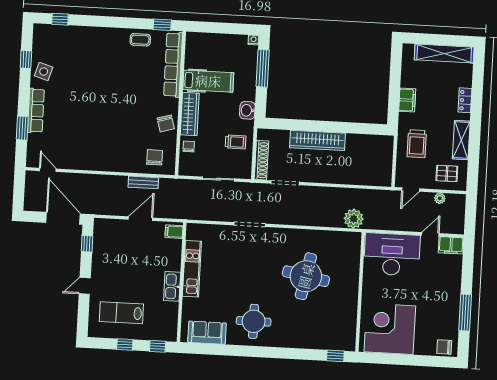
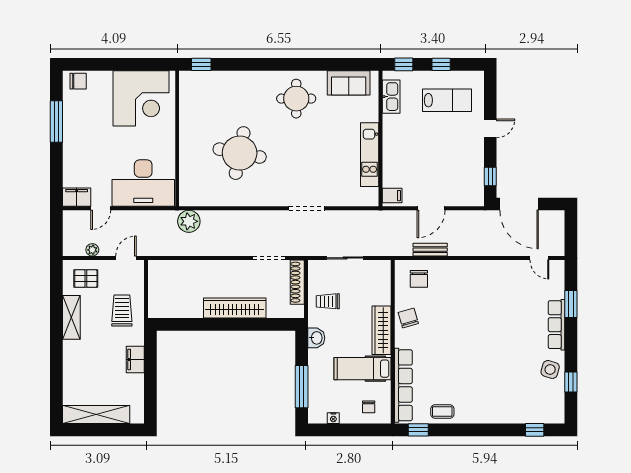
nightstand: (253, 40) -> (333, 418), moved
locker: (465, 100) -> (70, 363), removed
chair: (189, 146) -> (369, 407), moved
kitchen sink: (172, 286) -> (391, 97), moved

